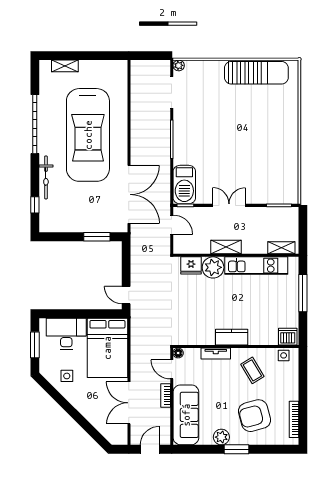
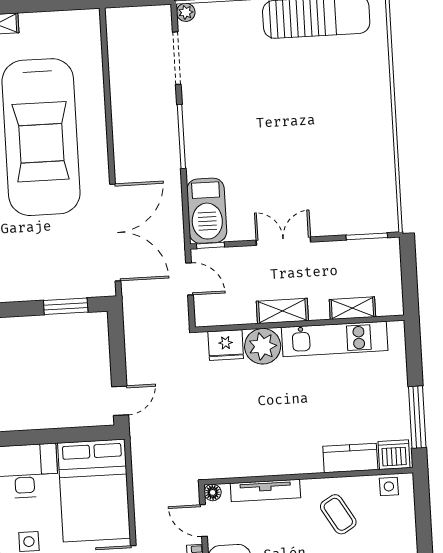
shelving: (281, 248) -> (352, 308), moved
window: (303, 293) -> (417, 417), moved
door: (126, 295) -> (120, 401), swing flipped
kitchen counter: (232, 337) -> (350, 458), moved
tv unit: (216, 354) -> (265, 490), width x1.41

